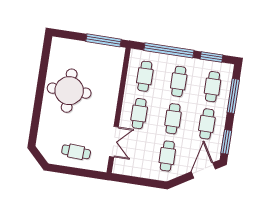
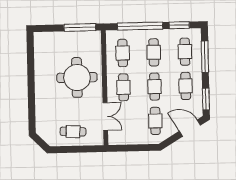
round table: (69, 91) -> (77, 77), moved
door: (203, 170) -> (190, 128), hinge flipped

